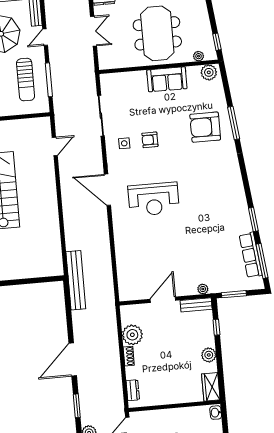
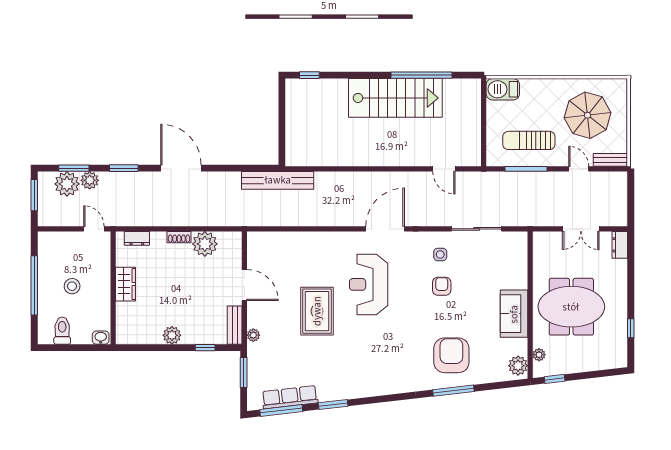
rug: (179, 239) -> (317, 311), added
wardrobe: (211, 387) -> (126, 284), moved, turned 90

